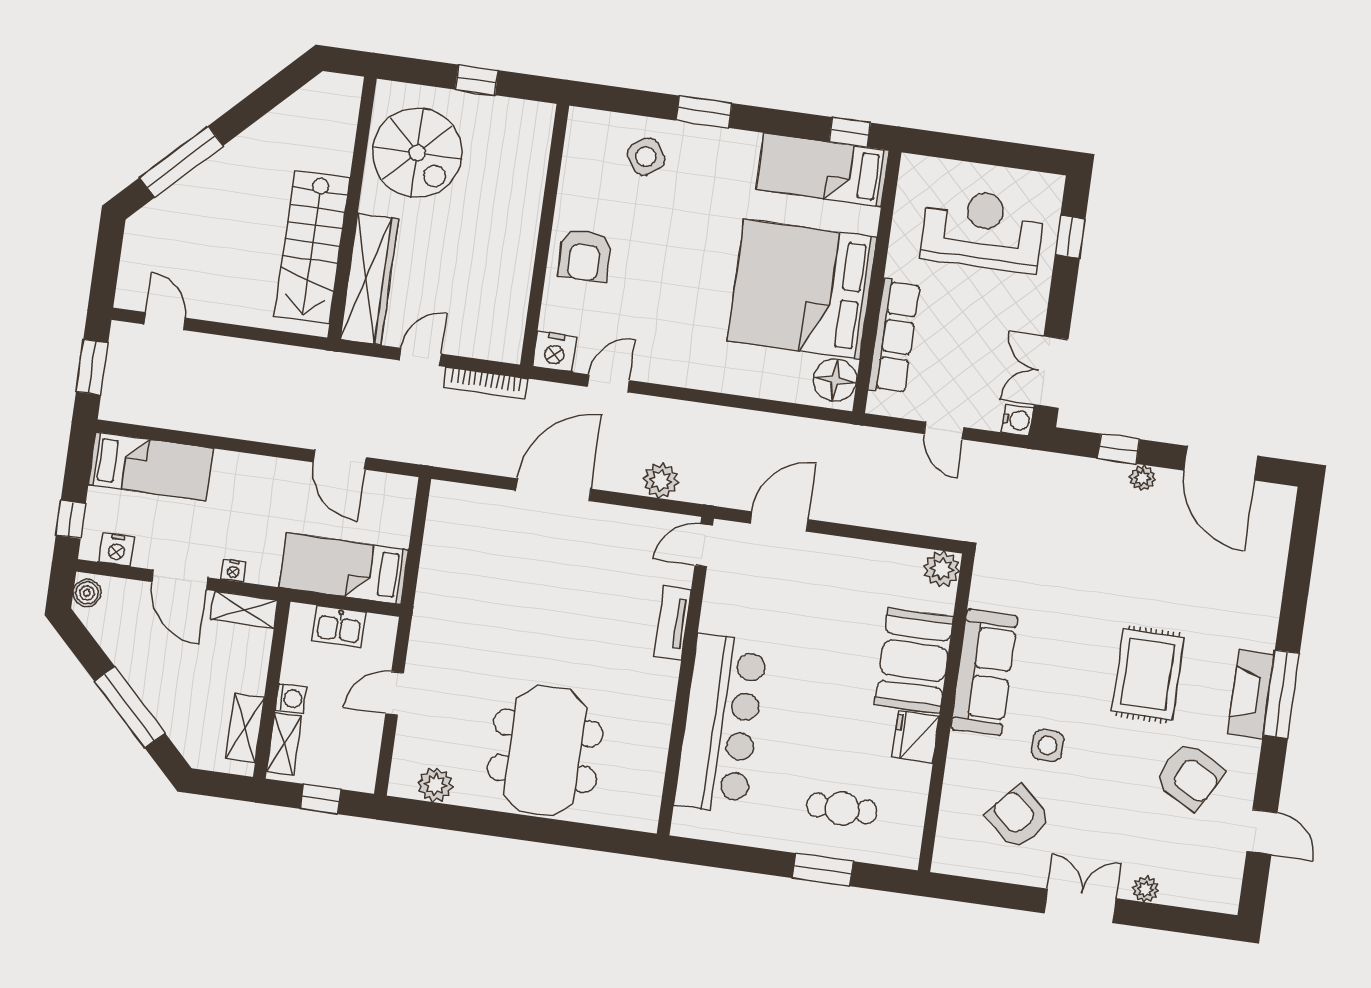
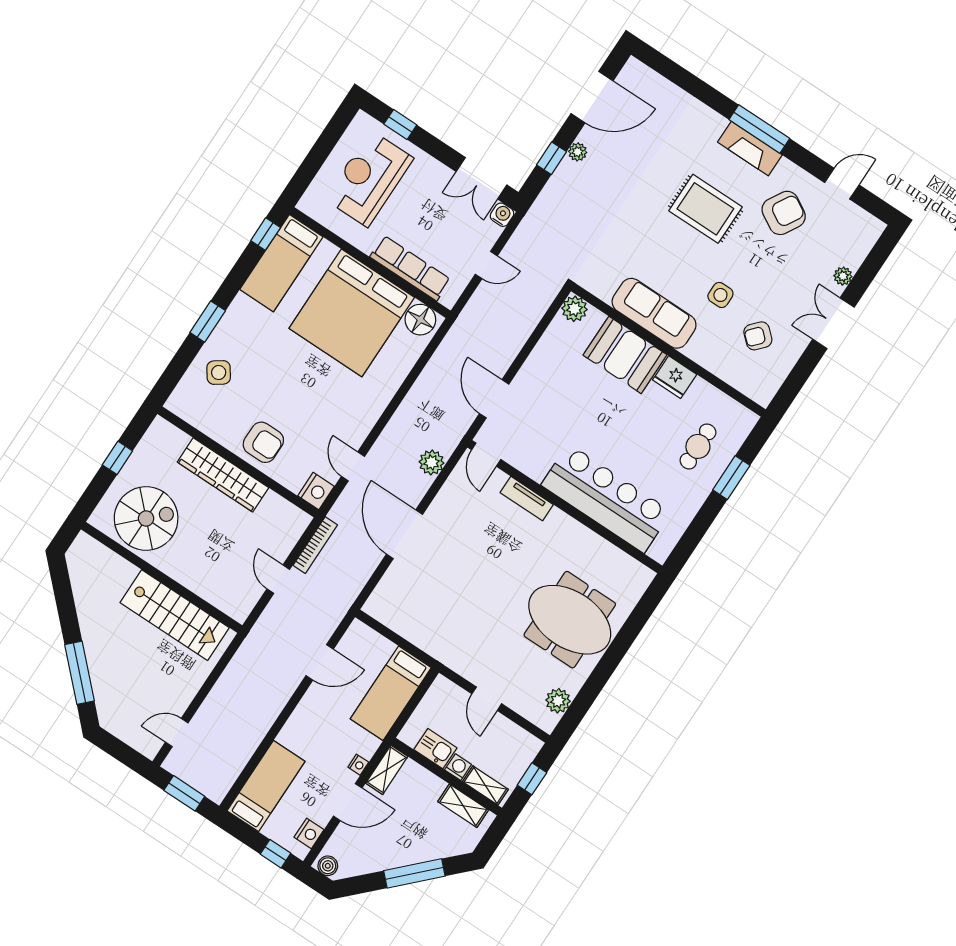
wardrobe: (369, 279) -> (223, 475), moved, turned 180
kitchen sink: (339, 626) -> (435, 749), moved, turned -90
armchair: (1018, 818) -> (758, 336), width x0.72, depth x0.72

